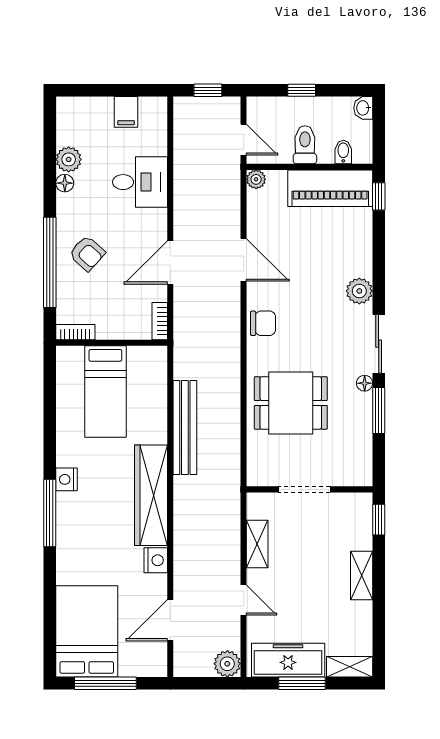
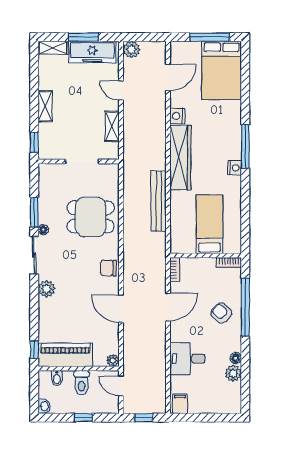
filing cabinet: (126, 112) -> (180, 404), moved

